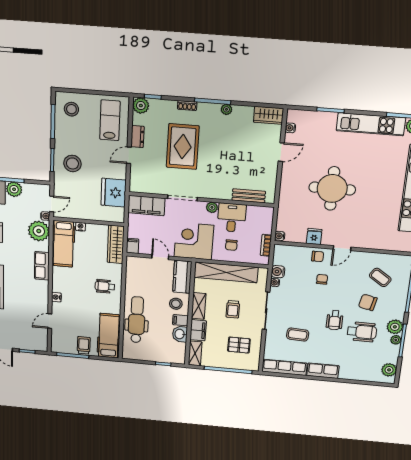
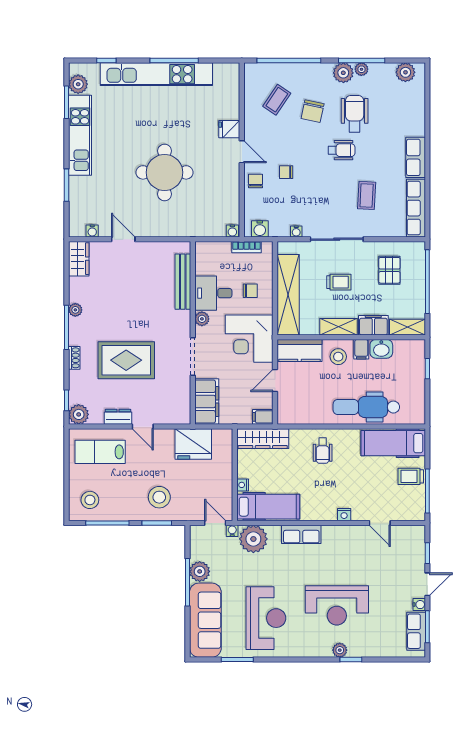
bench: (249, 196) -> (183, 282), width x1.36
fridge: (314, 236) -> (229, 129), moved
water cooler: (278, 272) -> (260, 229), moved

